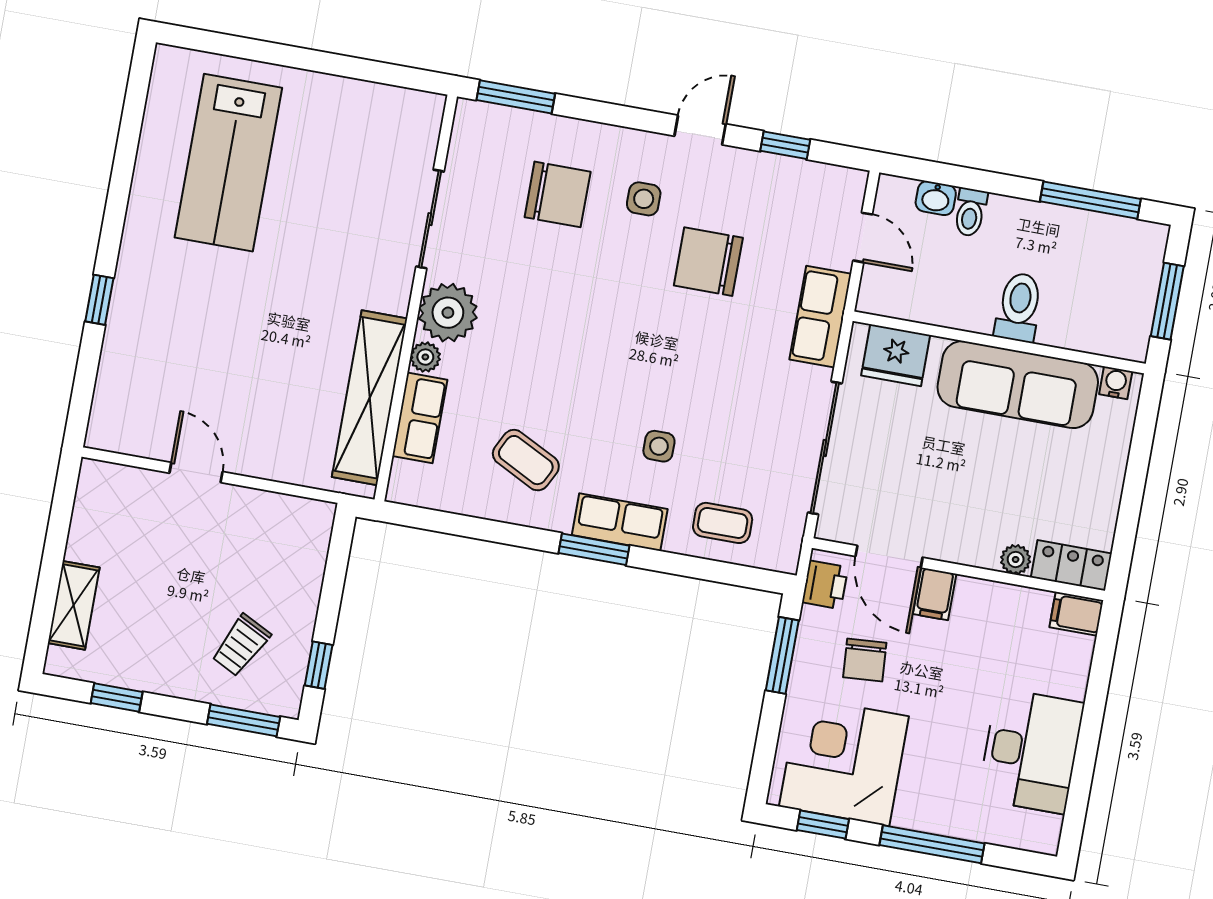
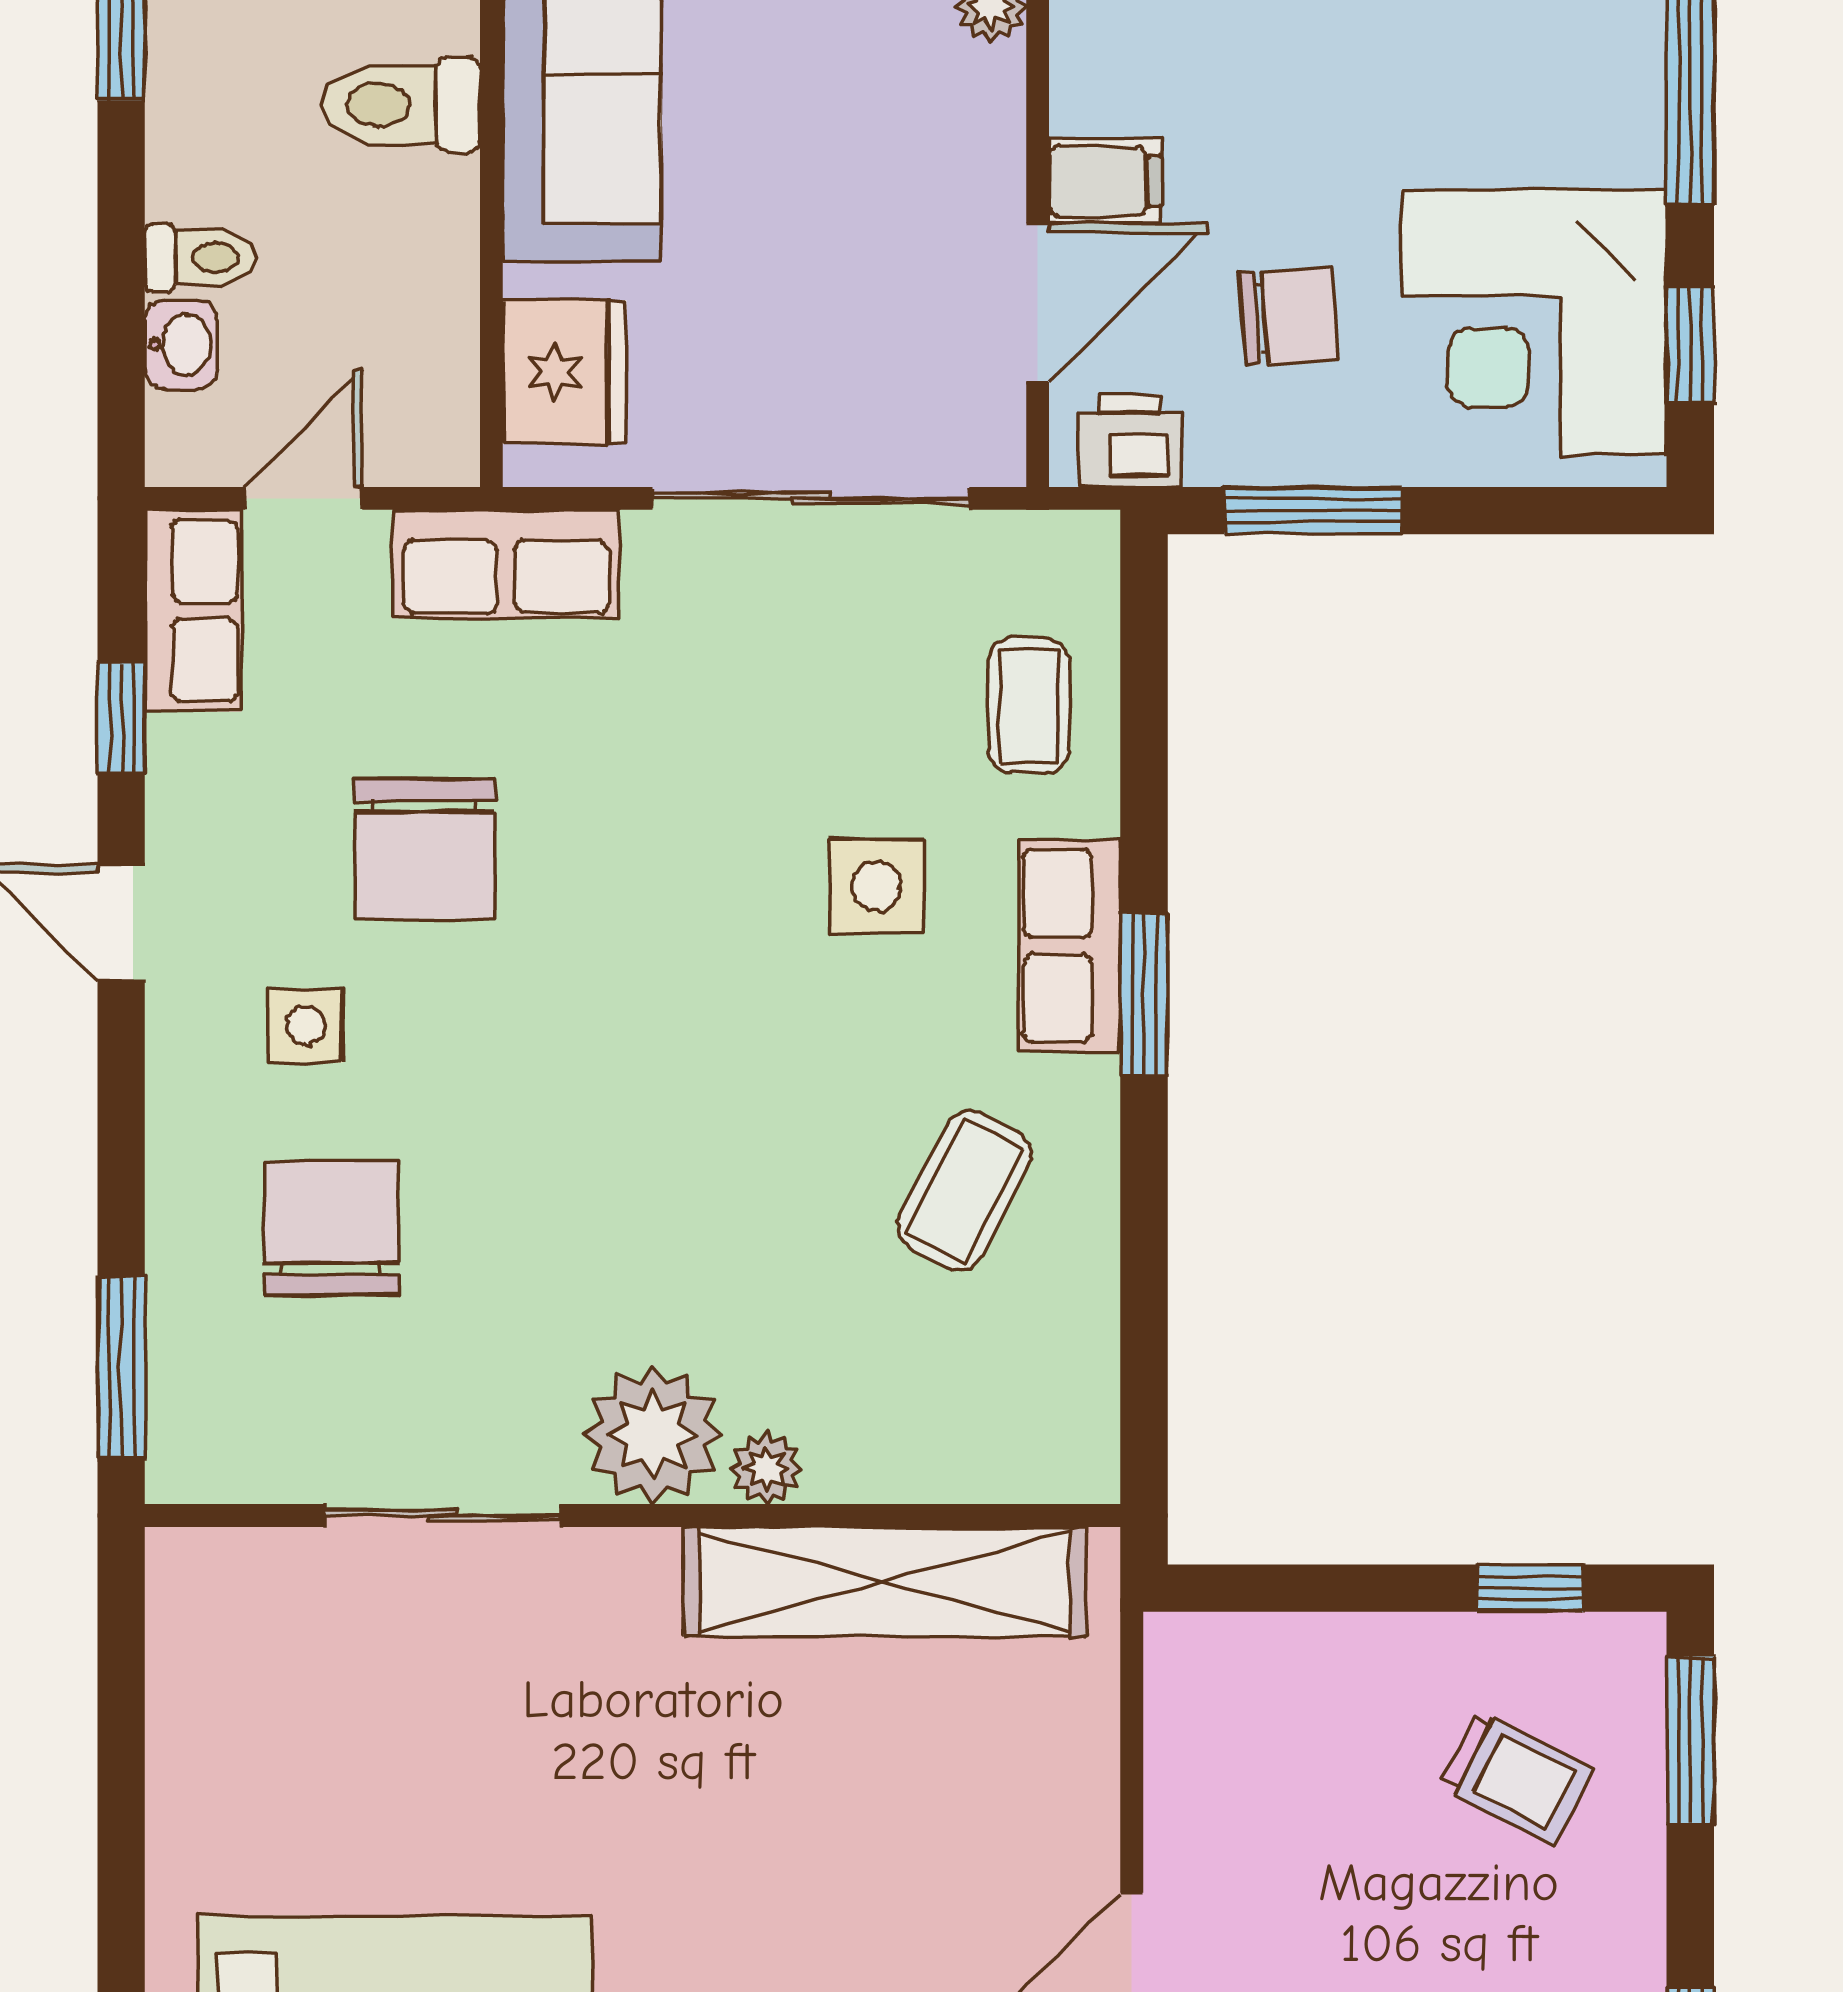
row of seats: (420, 418) -> (193, 611), moved, turned 90
side table: (659, 446) -> (876, 886), width x1.37, depth x1.37

